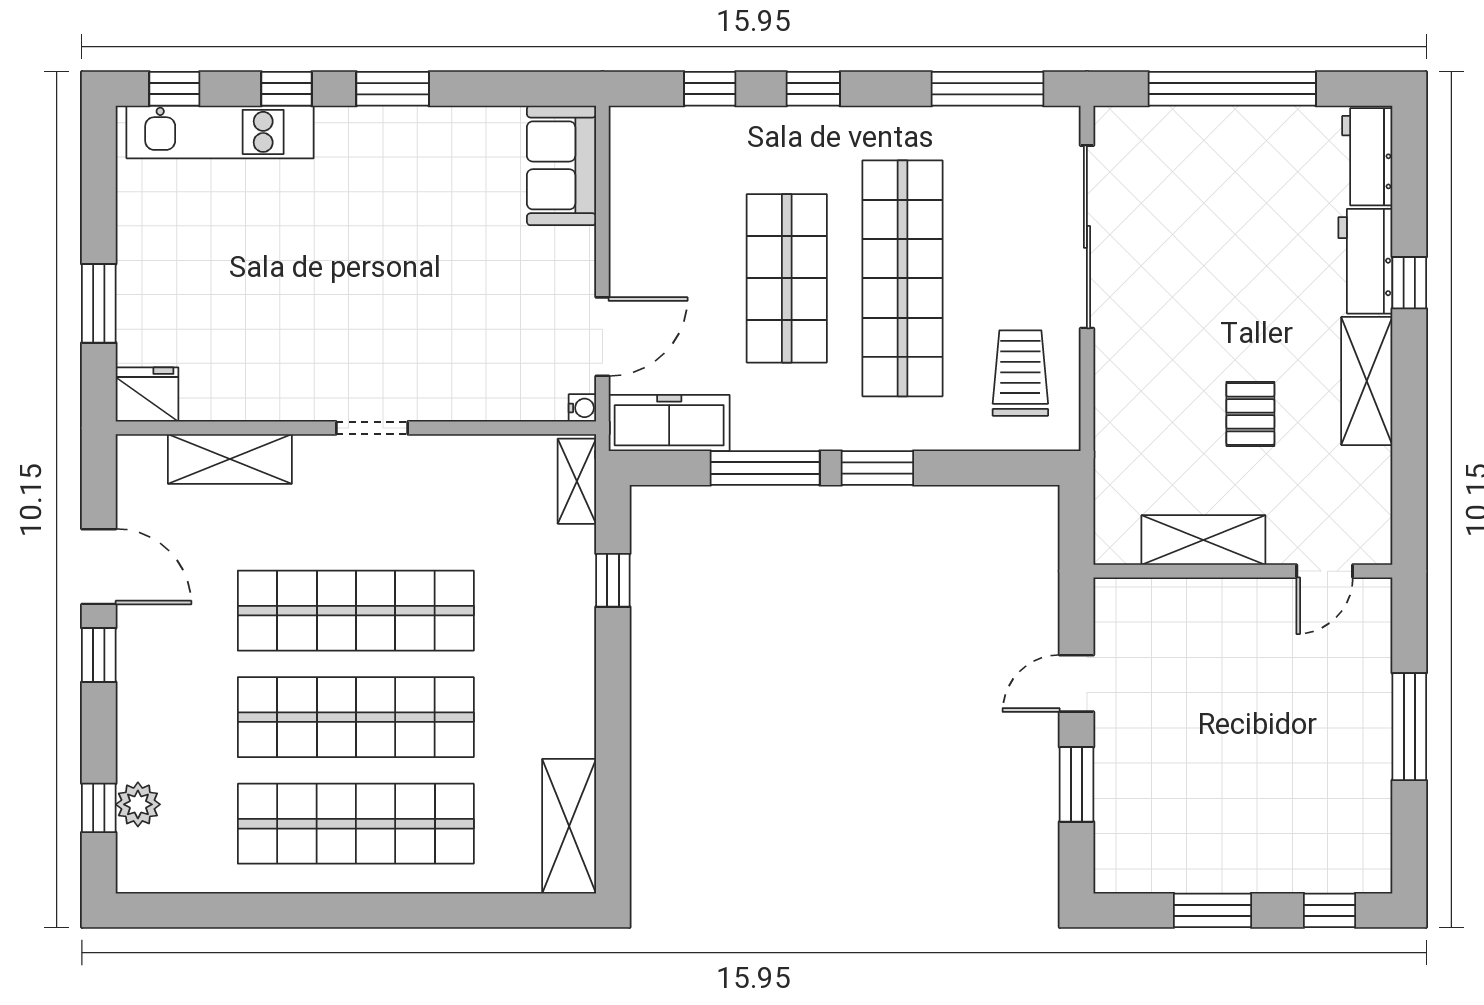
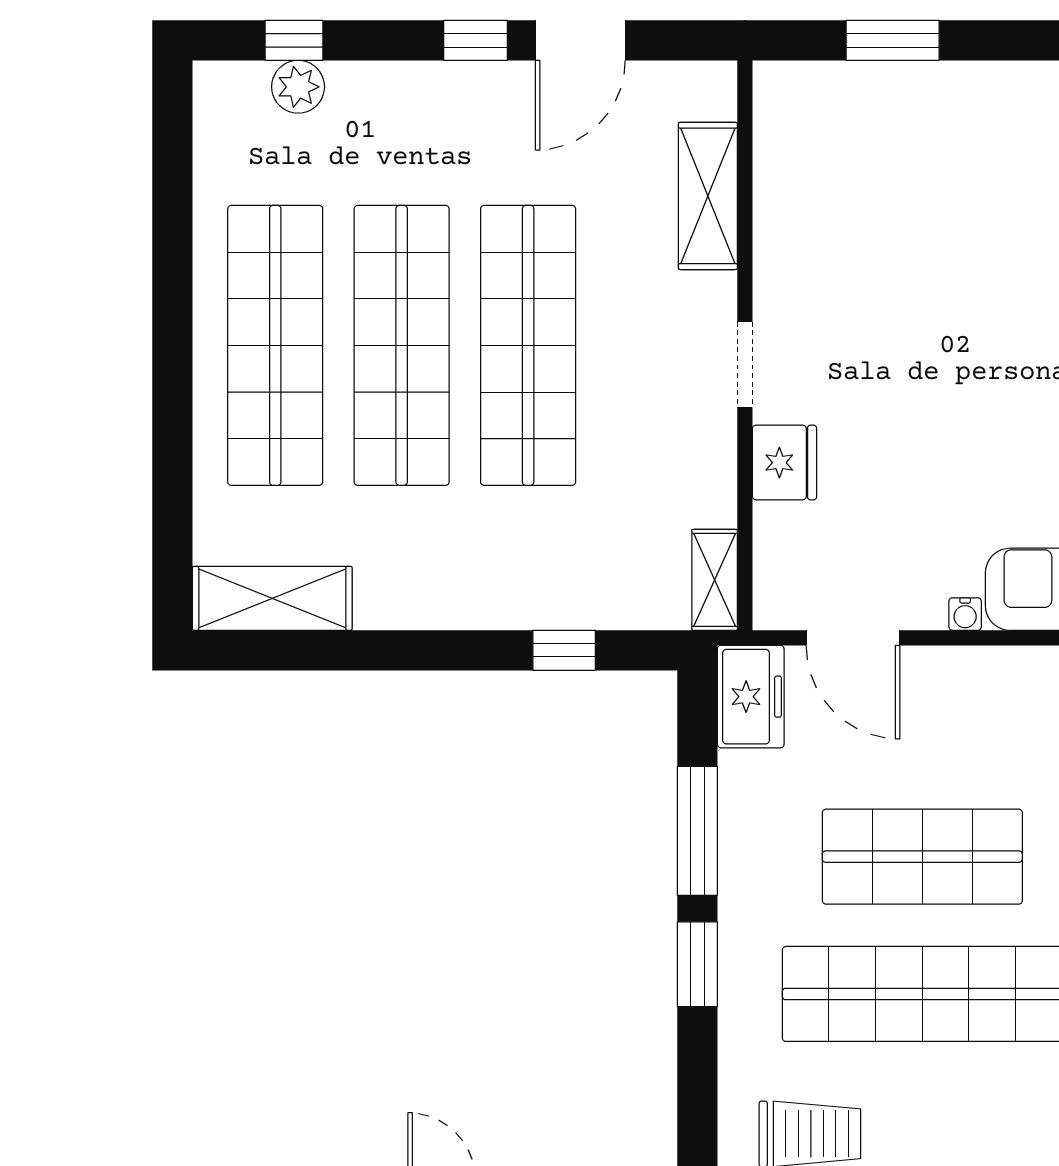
fridge: (147, 395) -> (784, 463), moved
water cooler: (582, 408) -> (965, 614), moved
freezer: (669, 423) -> (751, 697), width x0.71
shelving: (577, 481) -> (715, 580), moved, turned 90

